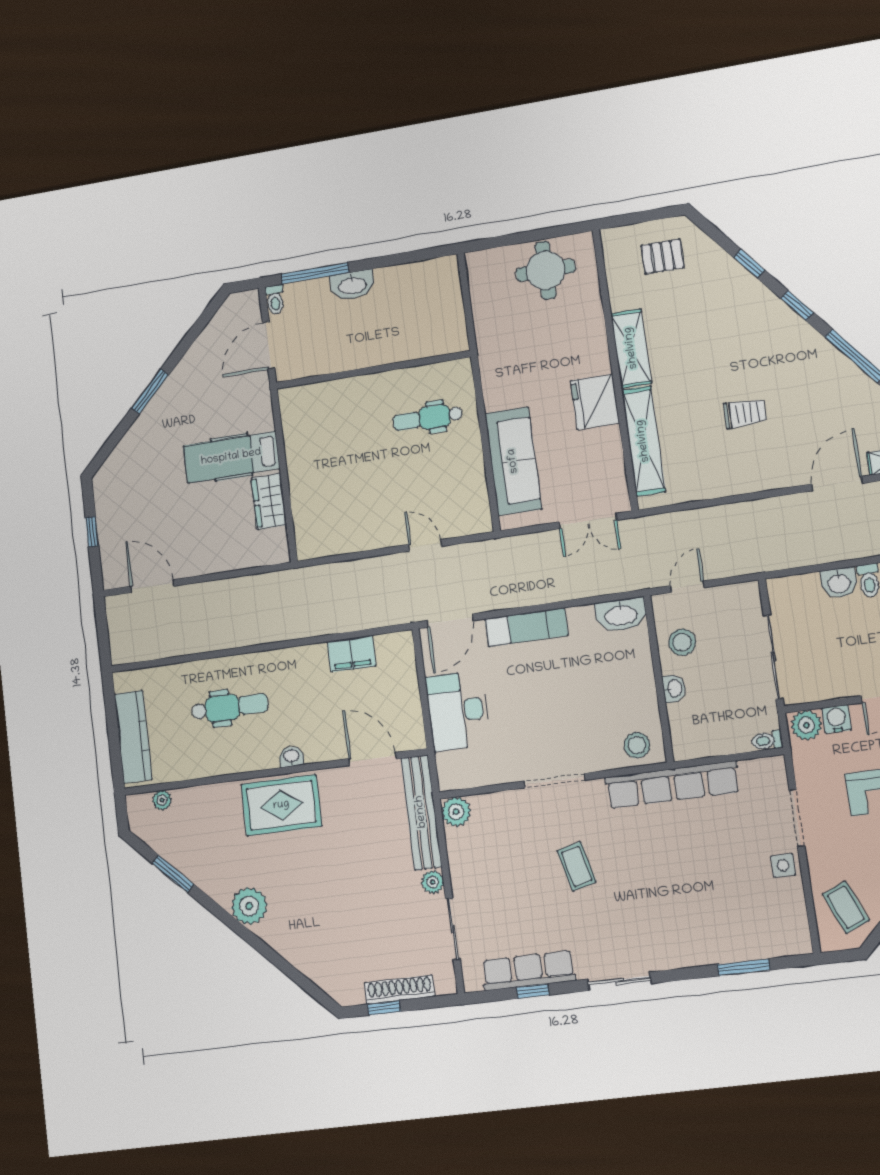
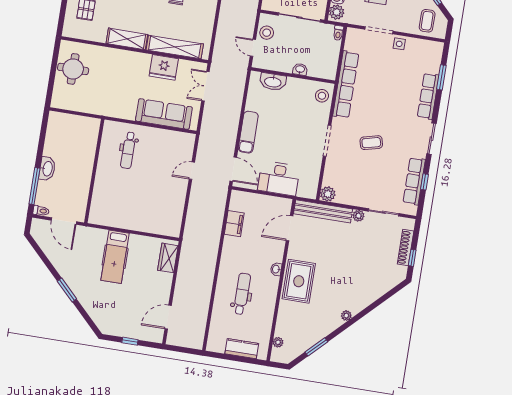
fridge: (595, 402) -> (164, 67), moved
wardrobe: (269, 501) -> (168, 258), moved, turned 90
double door: (588, 521) -> (205, 86), swing flipped
washbasin: (621, 615) -> (273, 82), moved, turned 90
stool: (682, 642) -> (267, 33), moved
kitchen counter: (133, 737) -> (242, 349), width x0.67
plant: (249, 906) -> (346, 316), width x0.53, depth x0.53
coffee table: (846, 907) -> (427, 21), turned -67
row of seats: (699, 951) -> (428, 96), added

